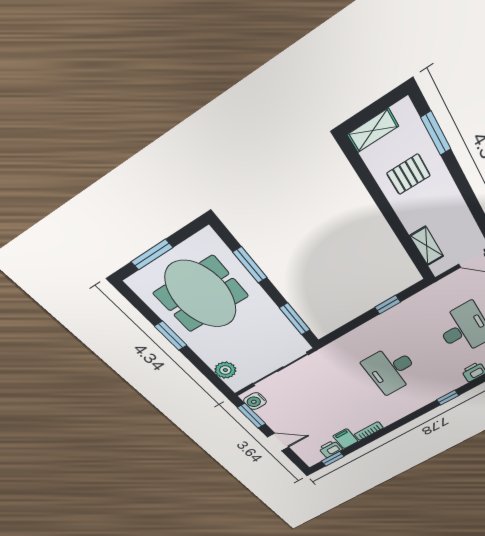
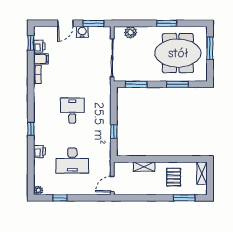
shelving: (427, 246) -> (144, 167), moved
desk: (391, 370) -> (72, 111), width x0.73
water cooler: (255, 401) -> (82, 32), moved

